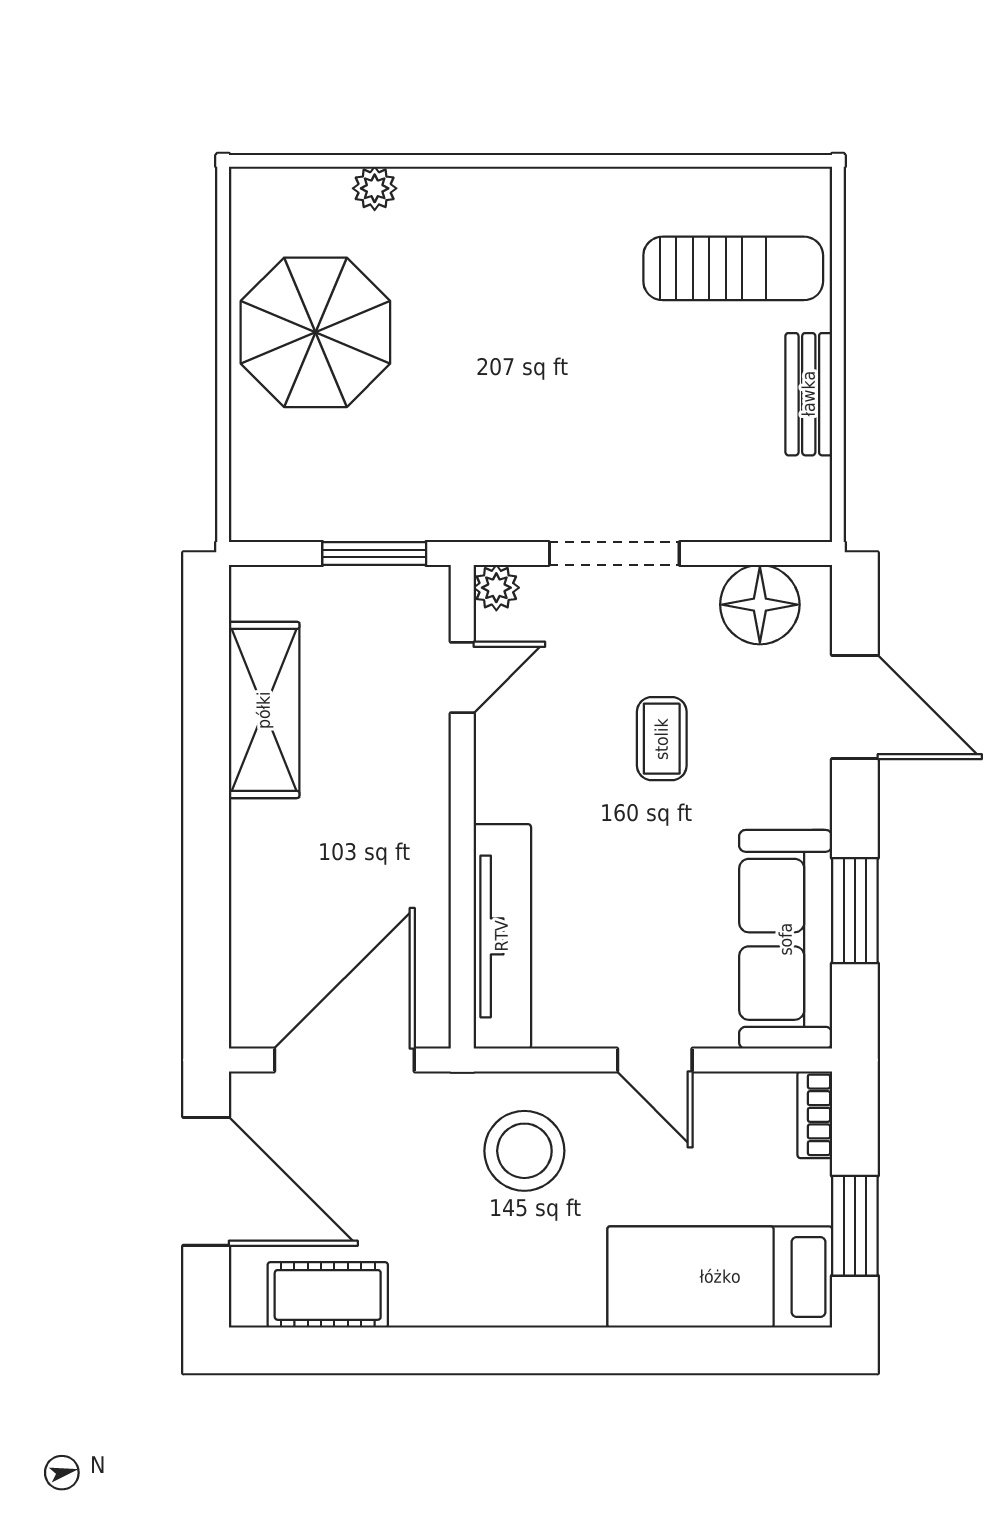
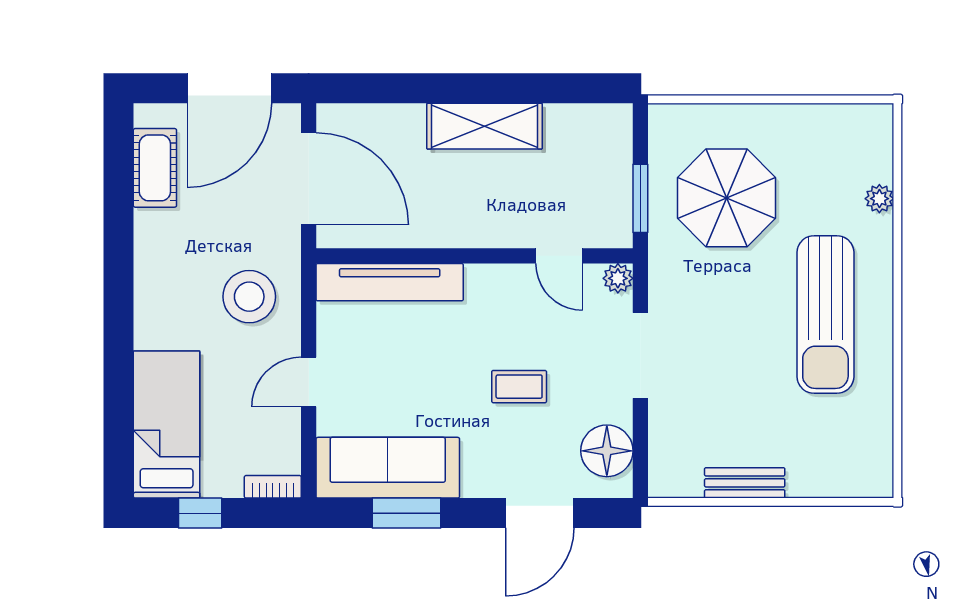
sun lounger: (733, 268) -> (825, 314), moved, width x1.36, depth x1.34
parasol: (315, 332) -> (726, 198), moved
shelving: (264, 710) -> (485, 126), moved
window: (855, 1226) -> (200, 513), width x0.67

